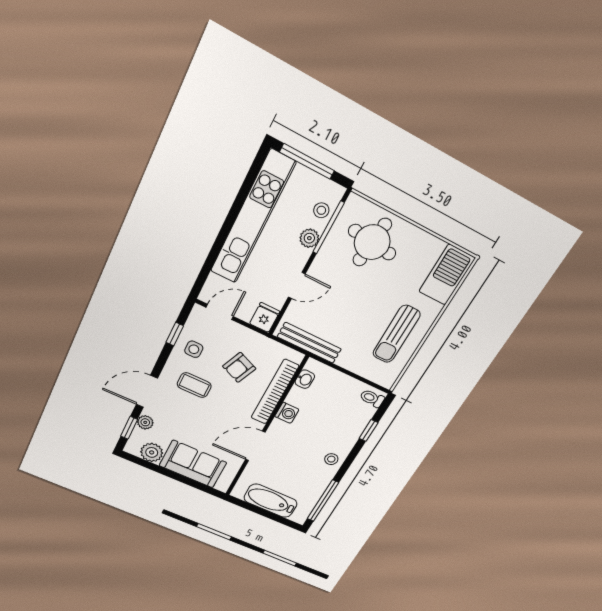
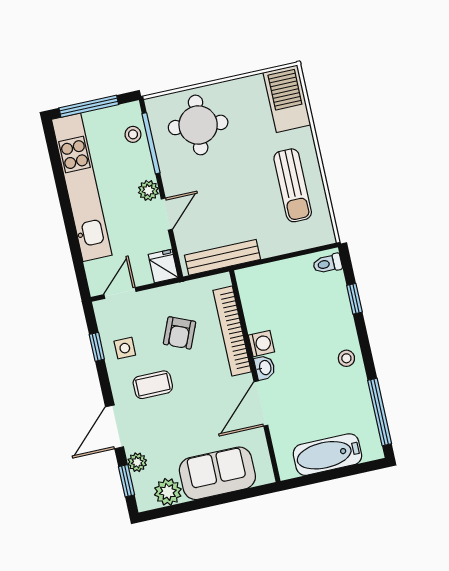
plant: (309, 238) -> (148, 190), moved
washbasin: (305, 379) -> (265, 368), moved

